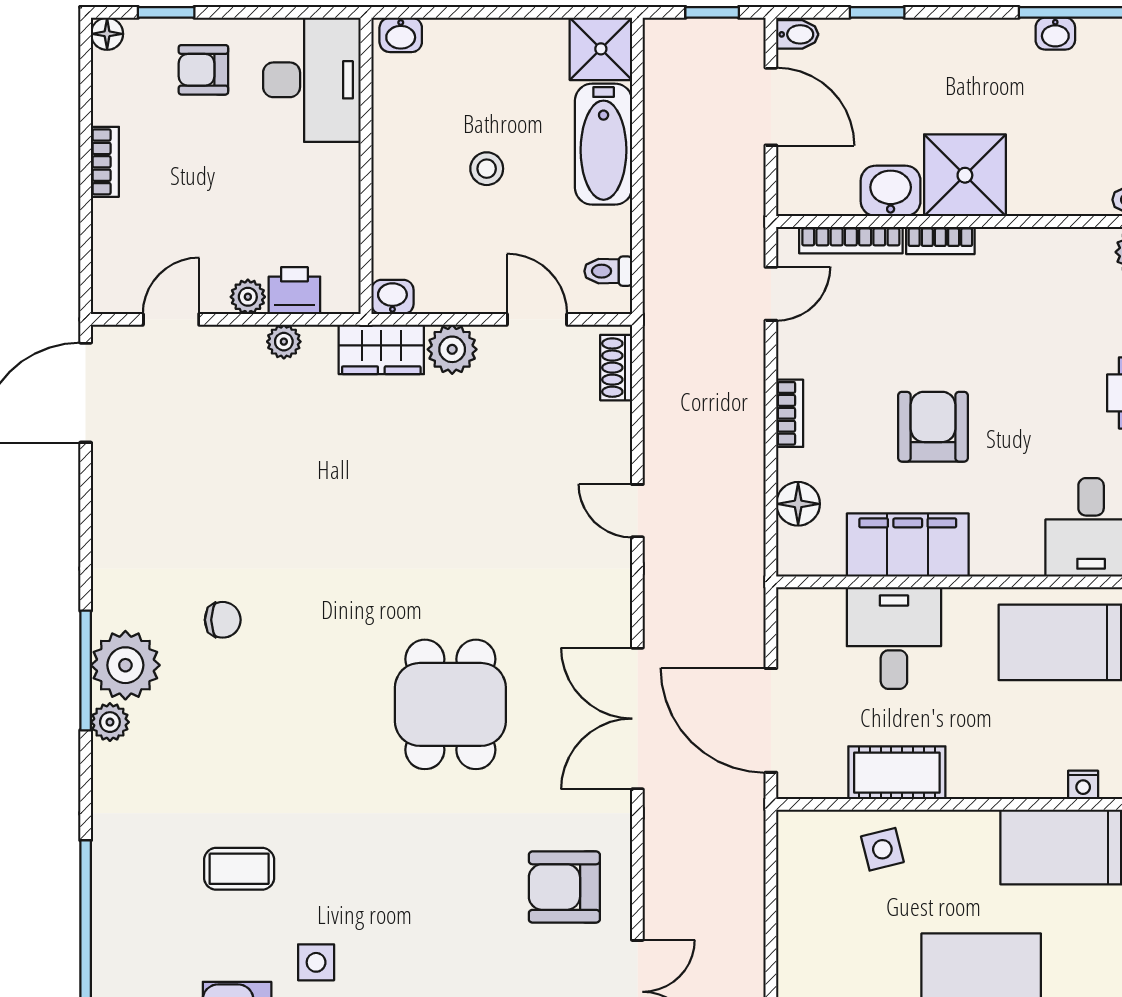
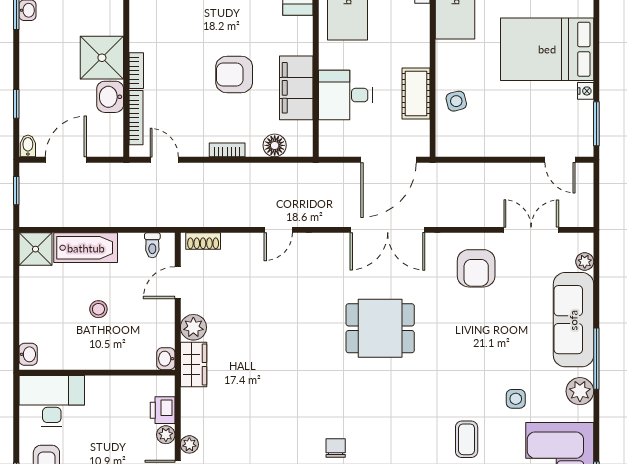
plant: (284, 342) -> (189, 444), moved

